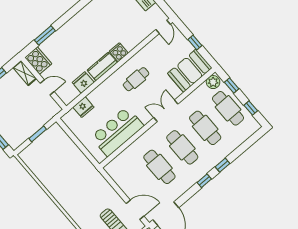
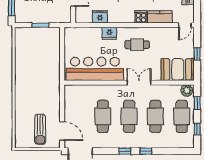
kitchen counter: (102, 66) -> (160, 17), moved
fridge: (83, 107) -> (109, 33), moved
bar counter: (117, 132) -> (95, 69), width x1.36

